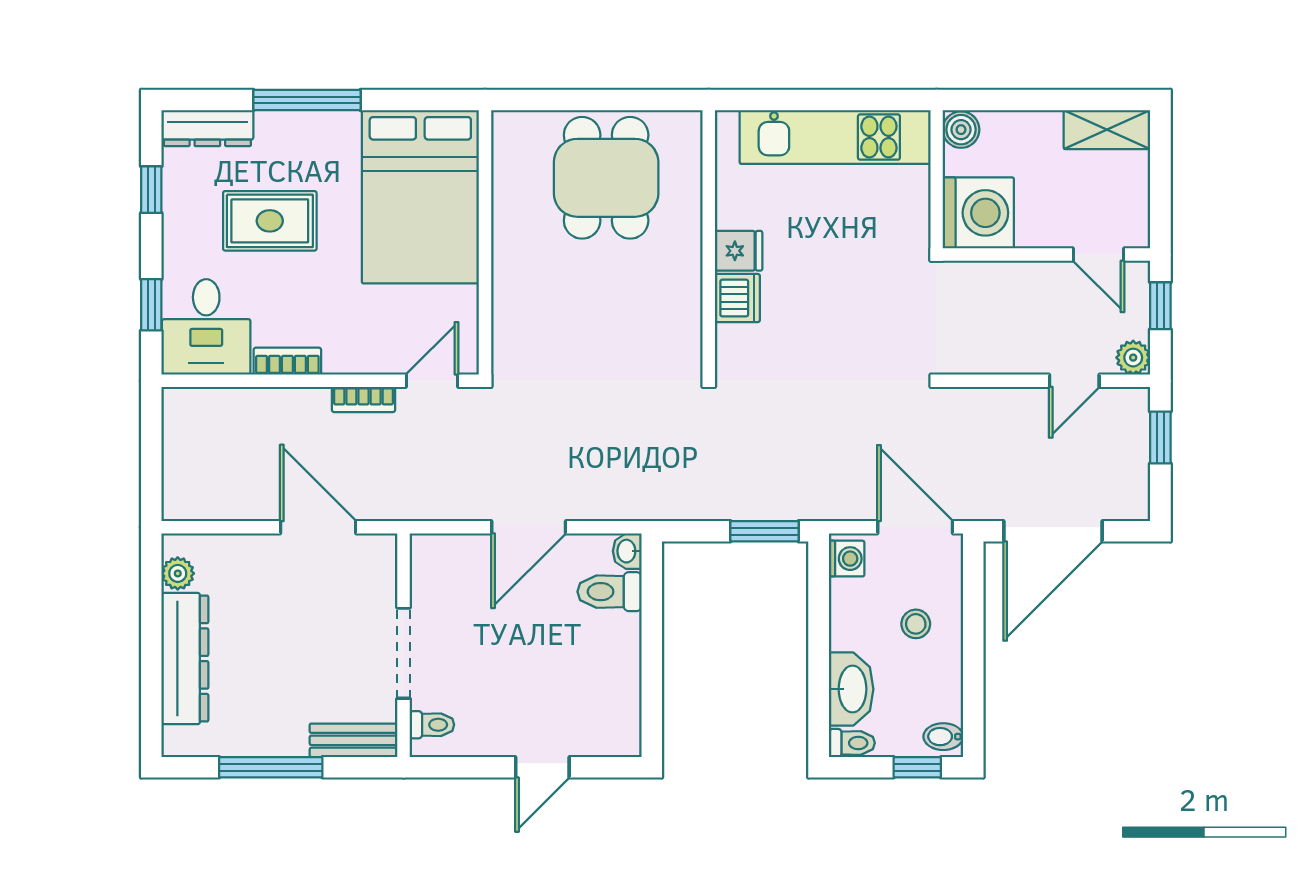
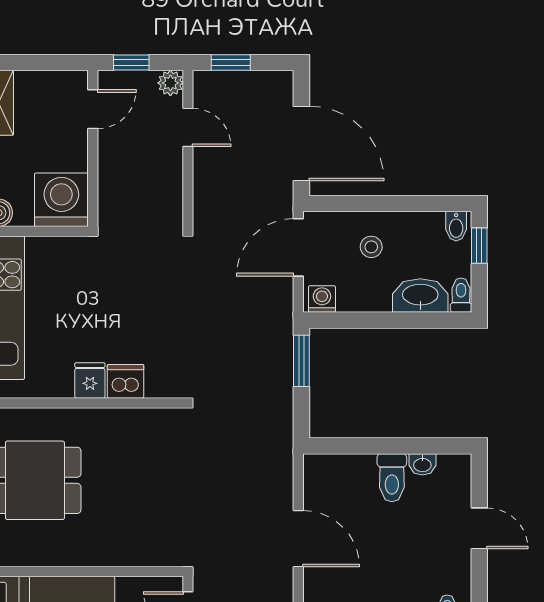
washbasin: (627, 551) -> (422, 464), moved
toilet: (610, 592) -> (392, 478), moved

